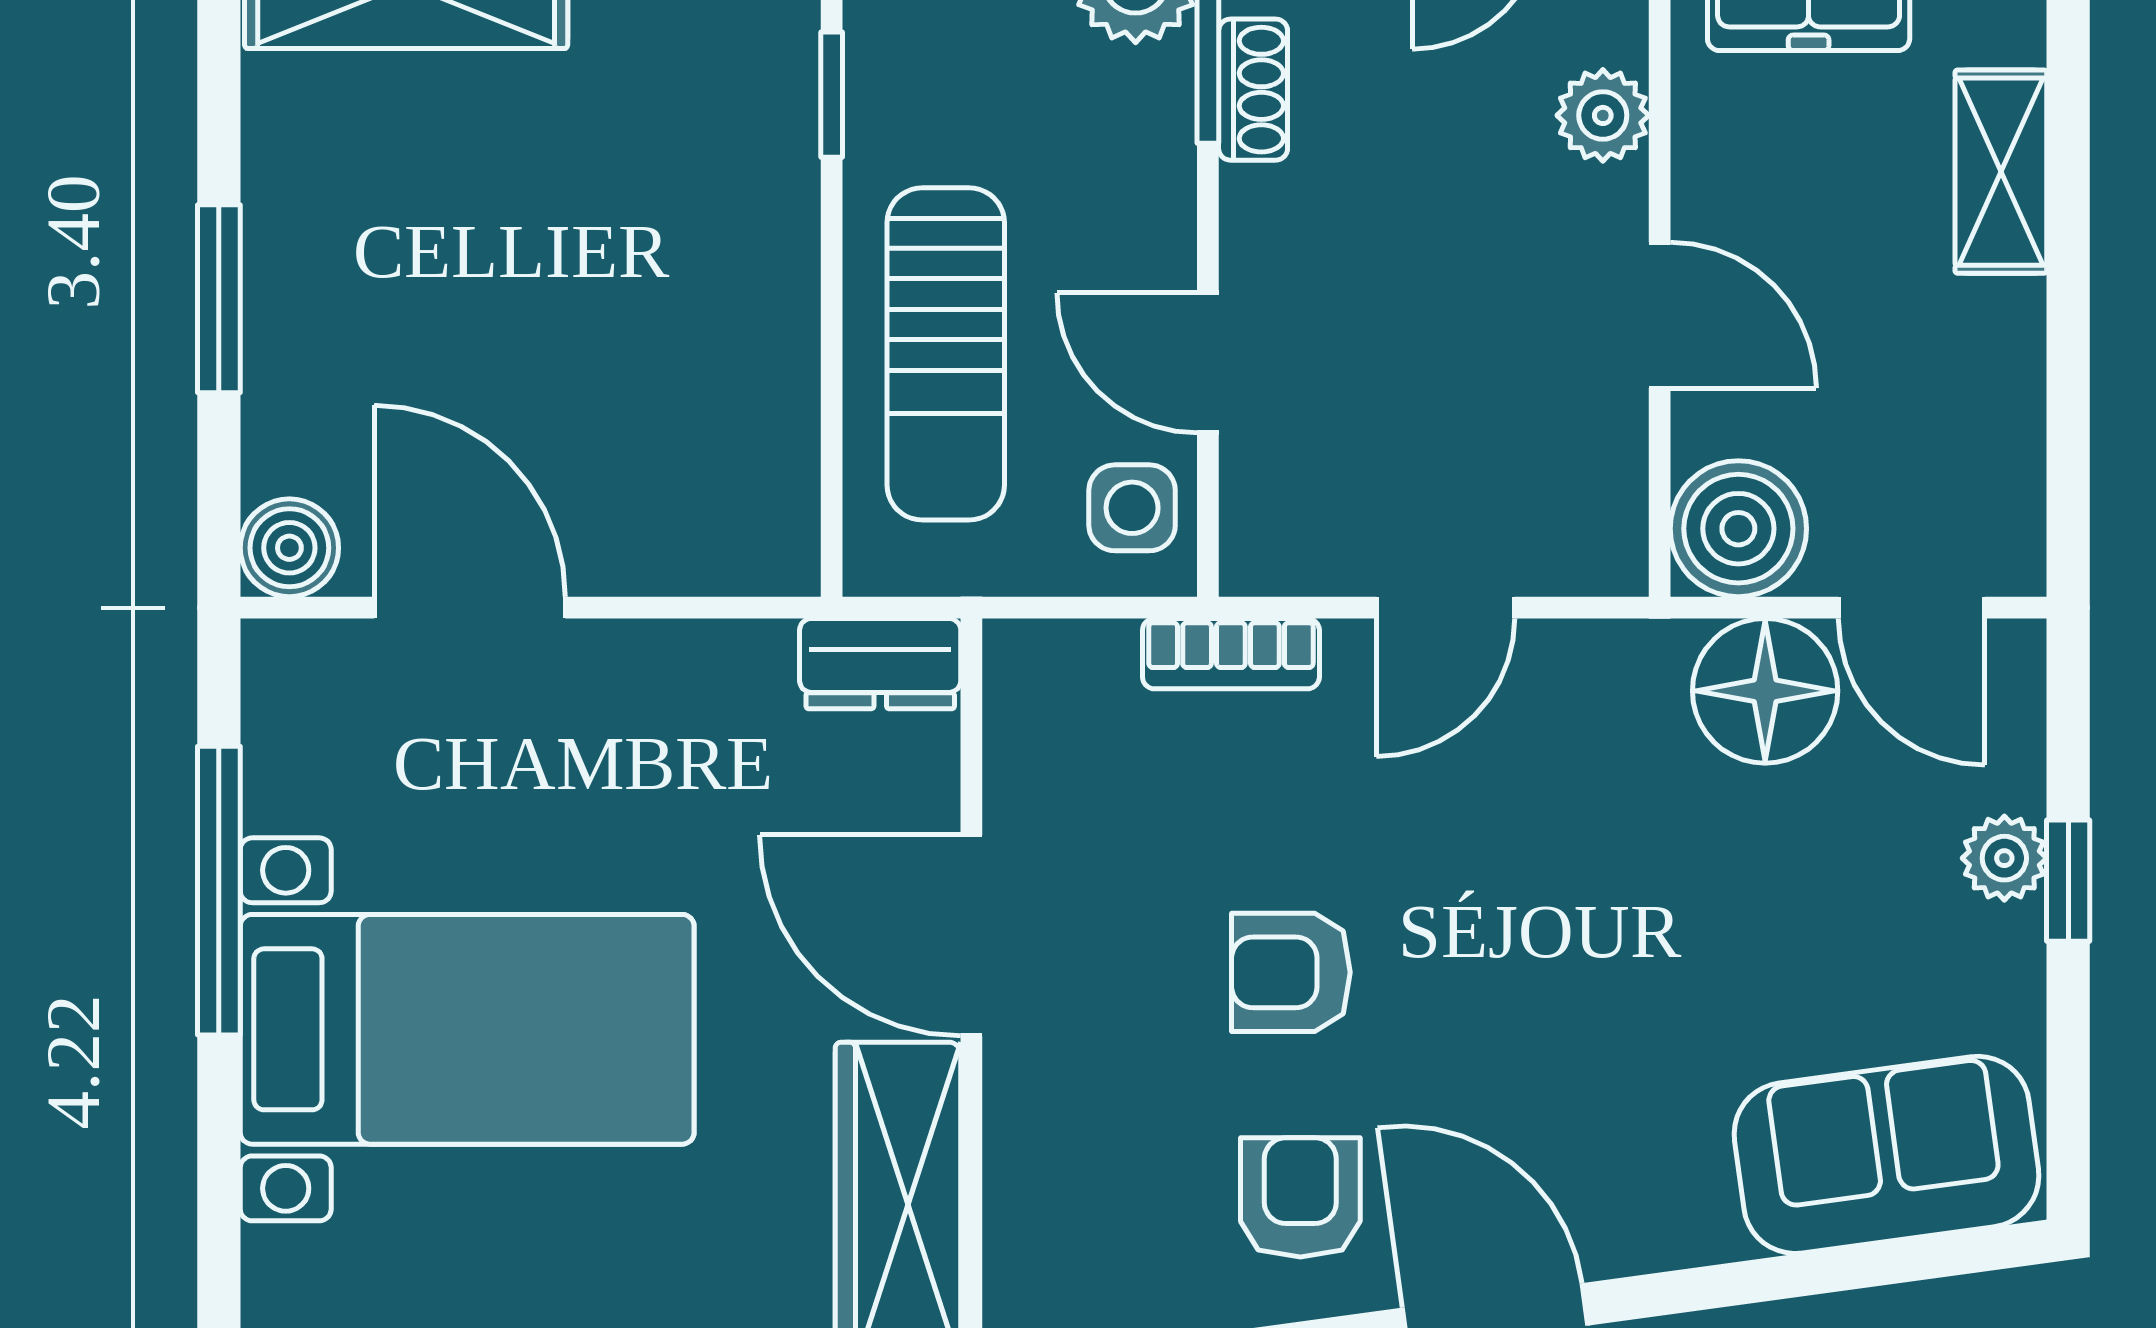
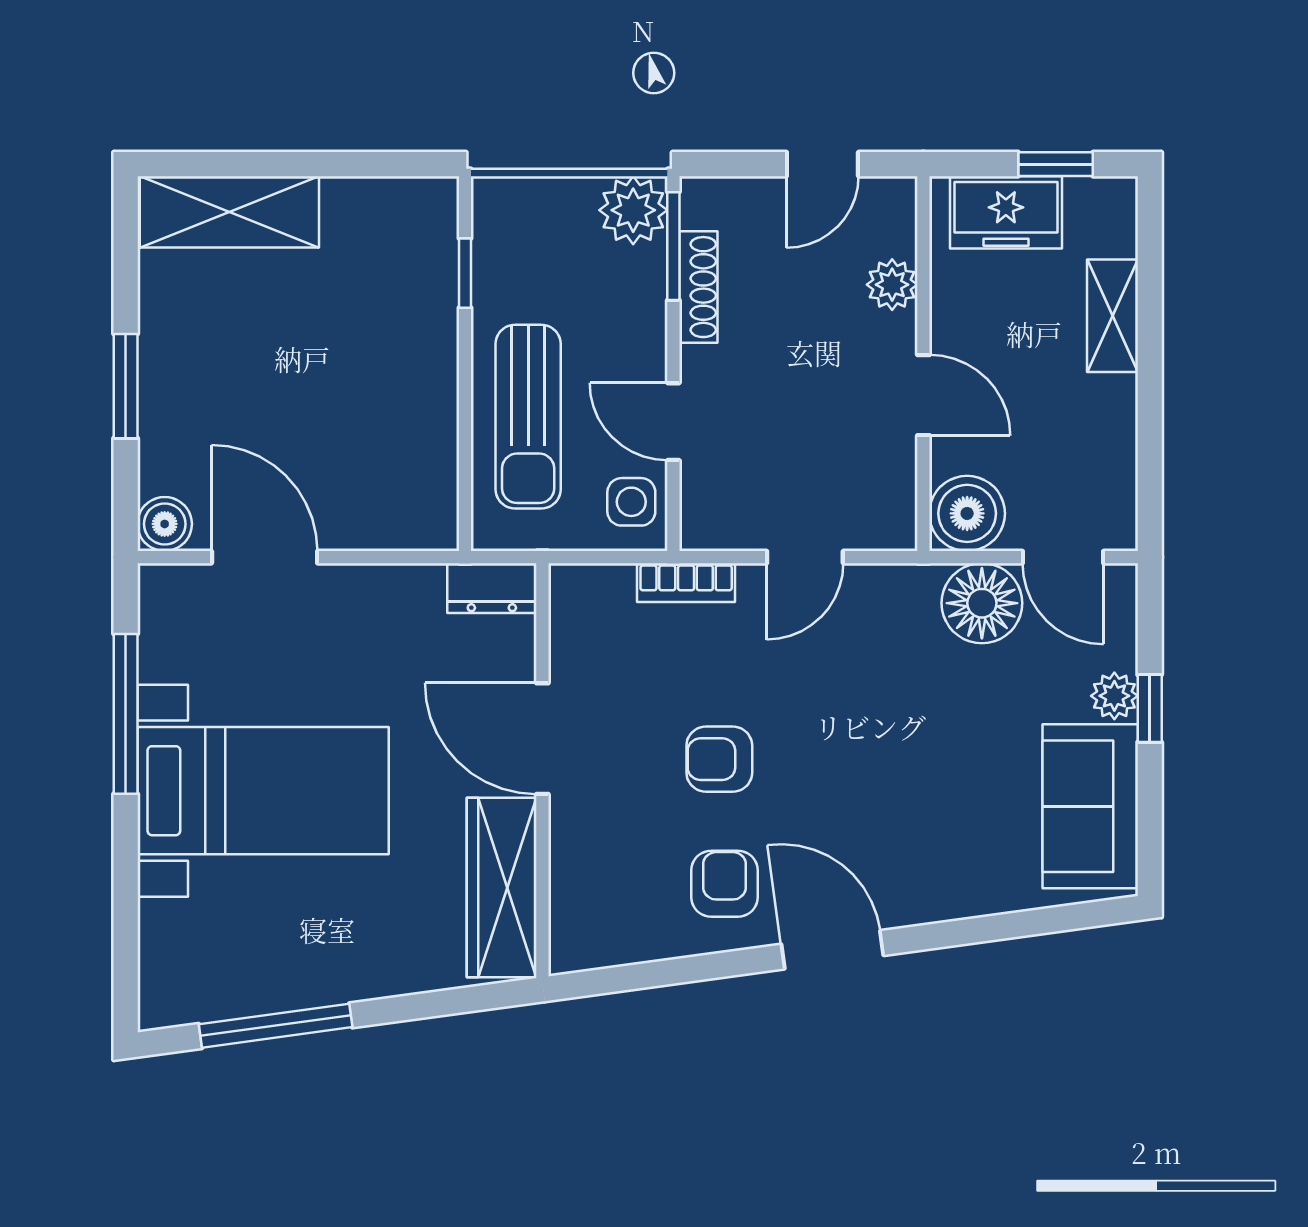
shoe rack: (1253, 90) -> (698, 287), width x1.43
sofa: (1886, 1155) -> (1090, 806), moved, turned -82

